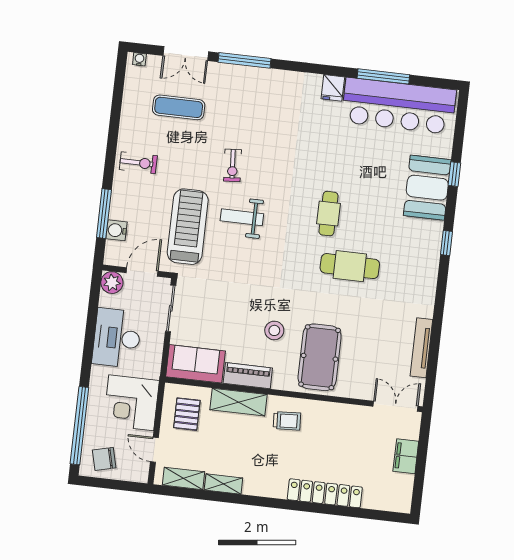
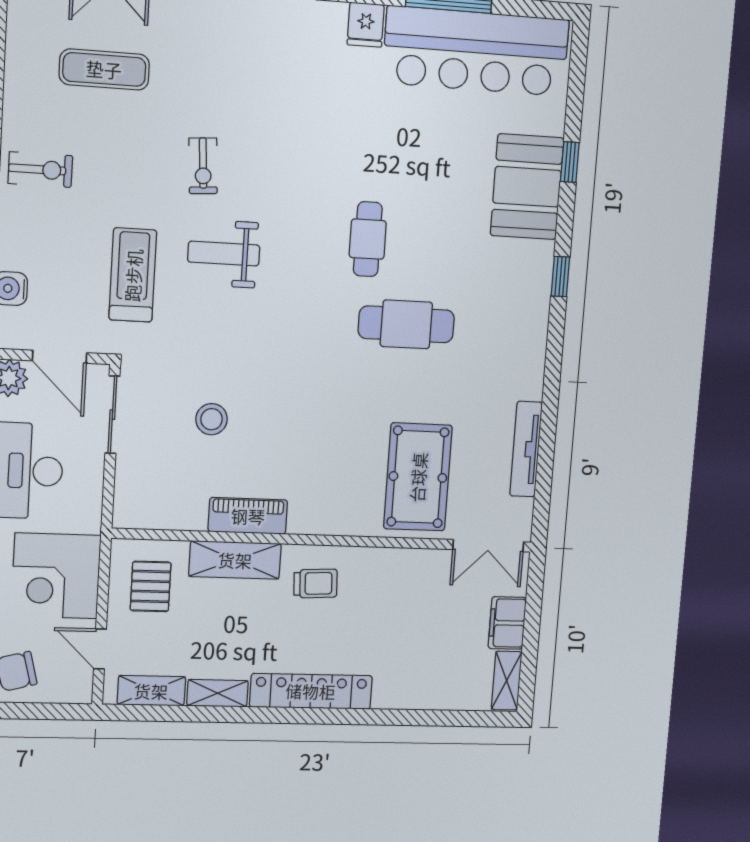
treadmill: (188, 227) -> (133, 275), width x0.73, depth x0.73
door: (142, 272) -> (60, 357), swing flipped
stool: (274, 330) -> (212, 419), moved
pool table: (320, 357) -> (418, 477), moved
sofa: (195, 364) -> (160, 503), removed
double door: (395, 406) -> (488, 546), swing flipped
locker: (325, 493) -> (311, 691), moved
shelving: (404, 493) -> (507, 681), added

